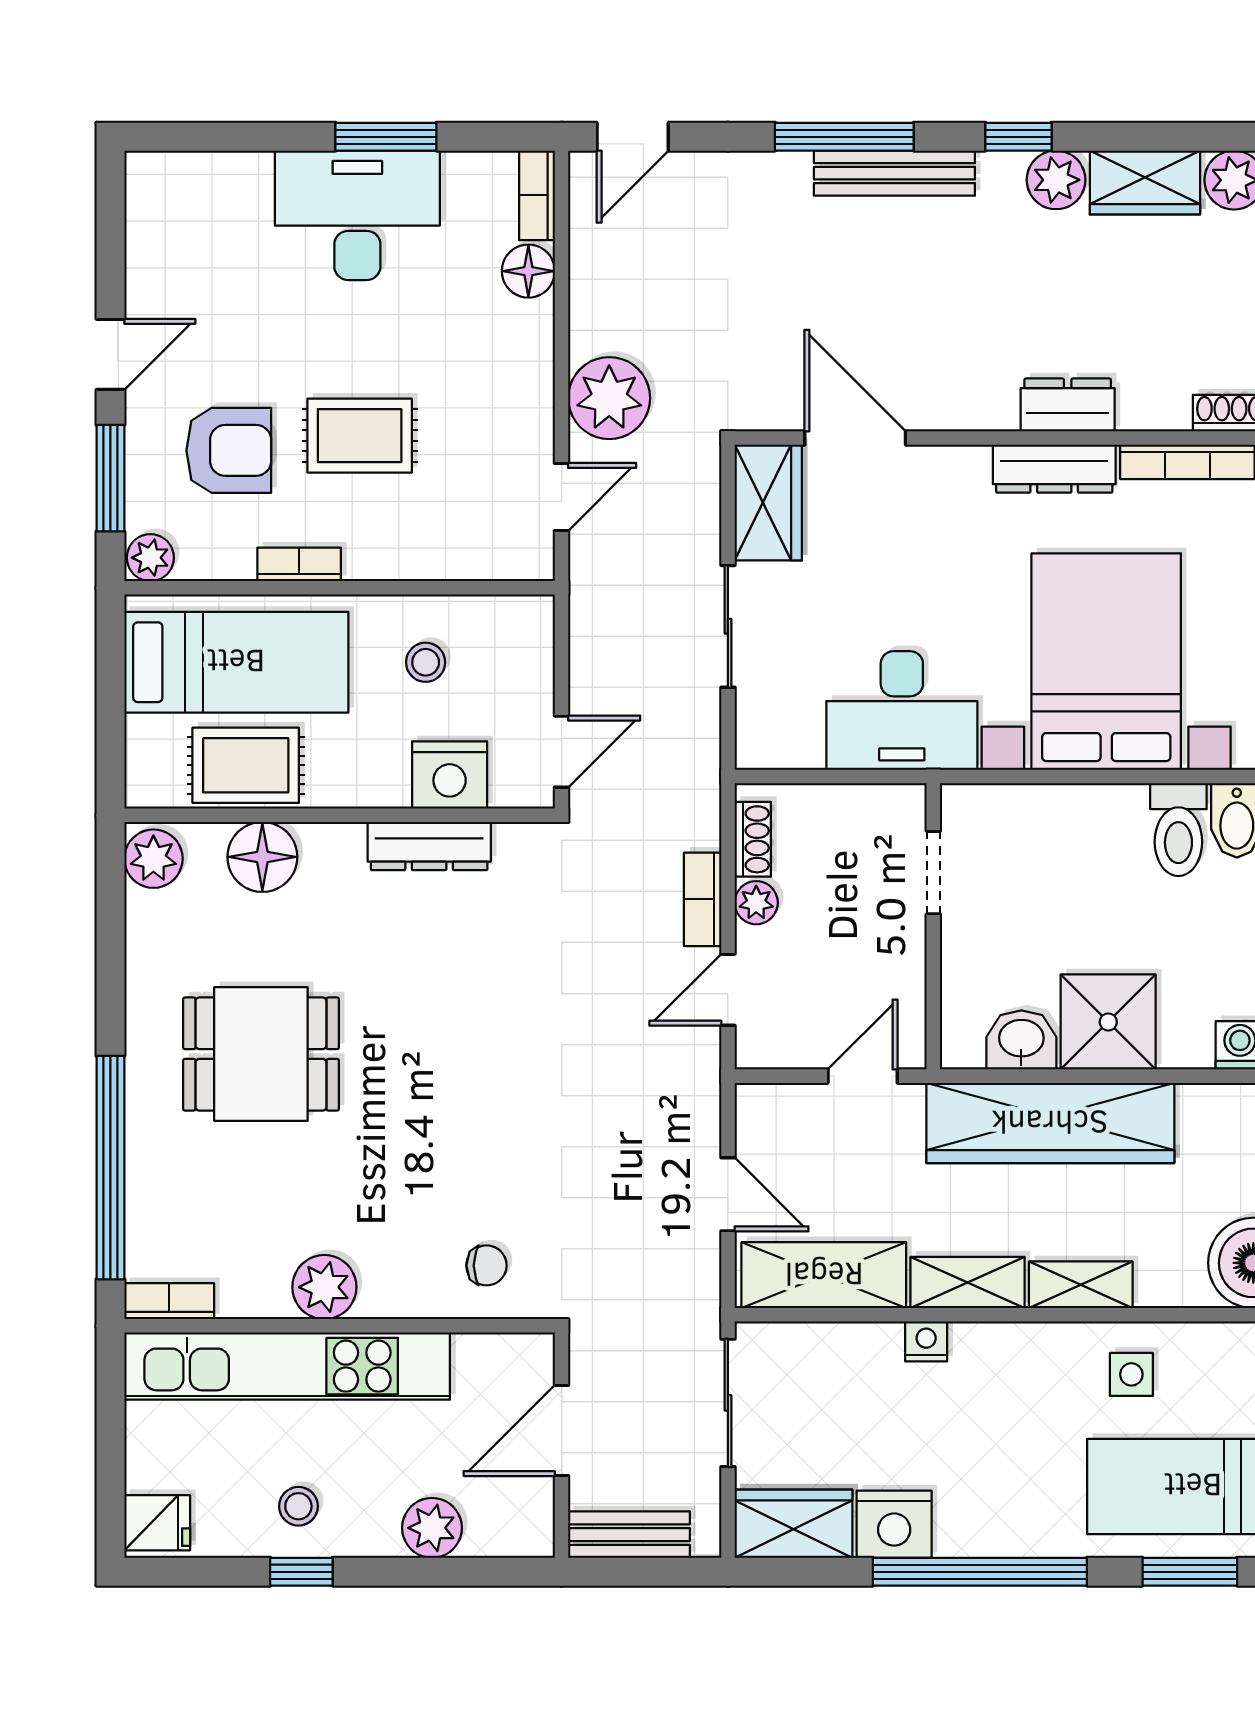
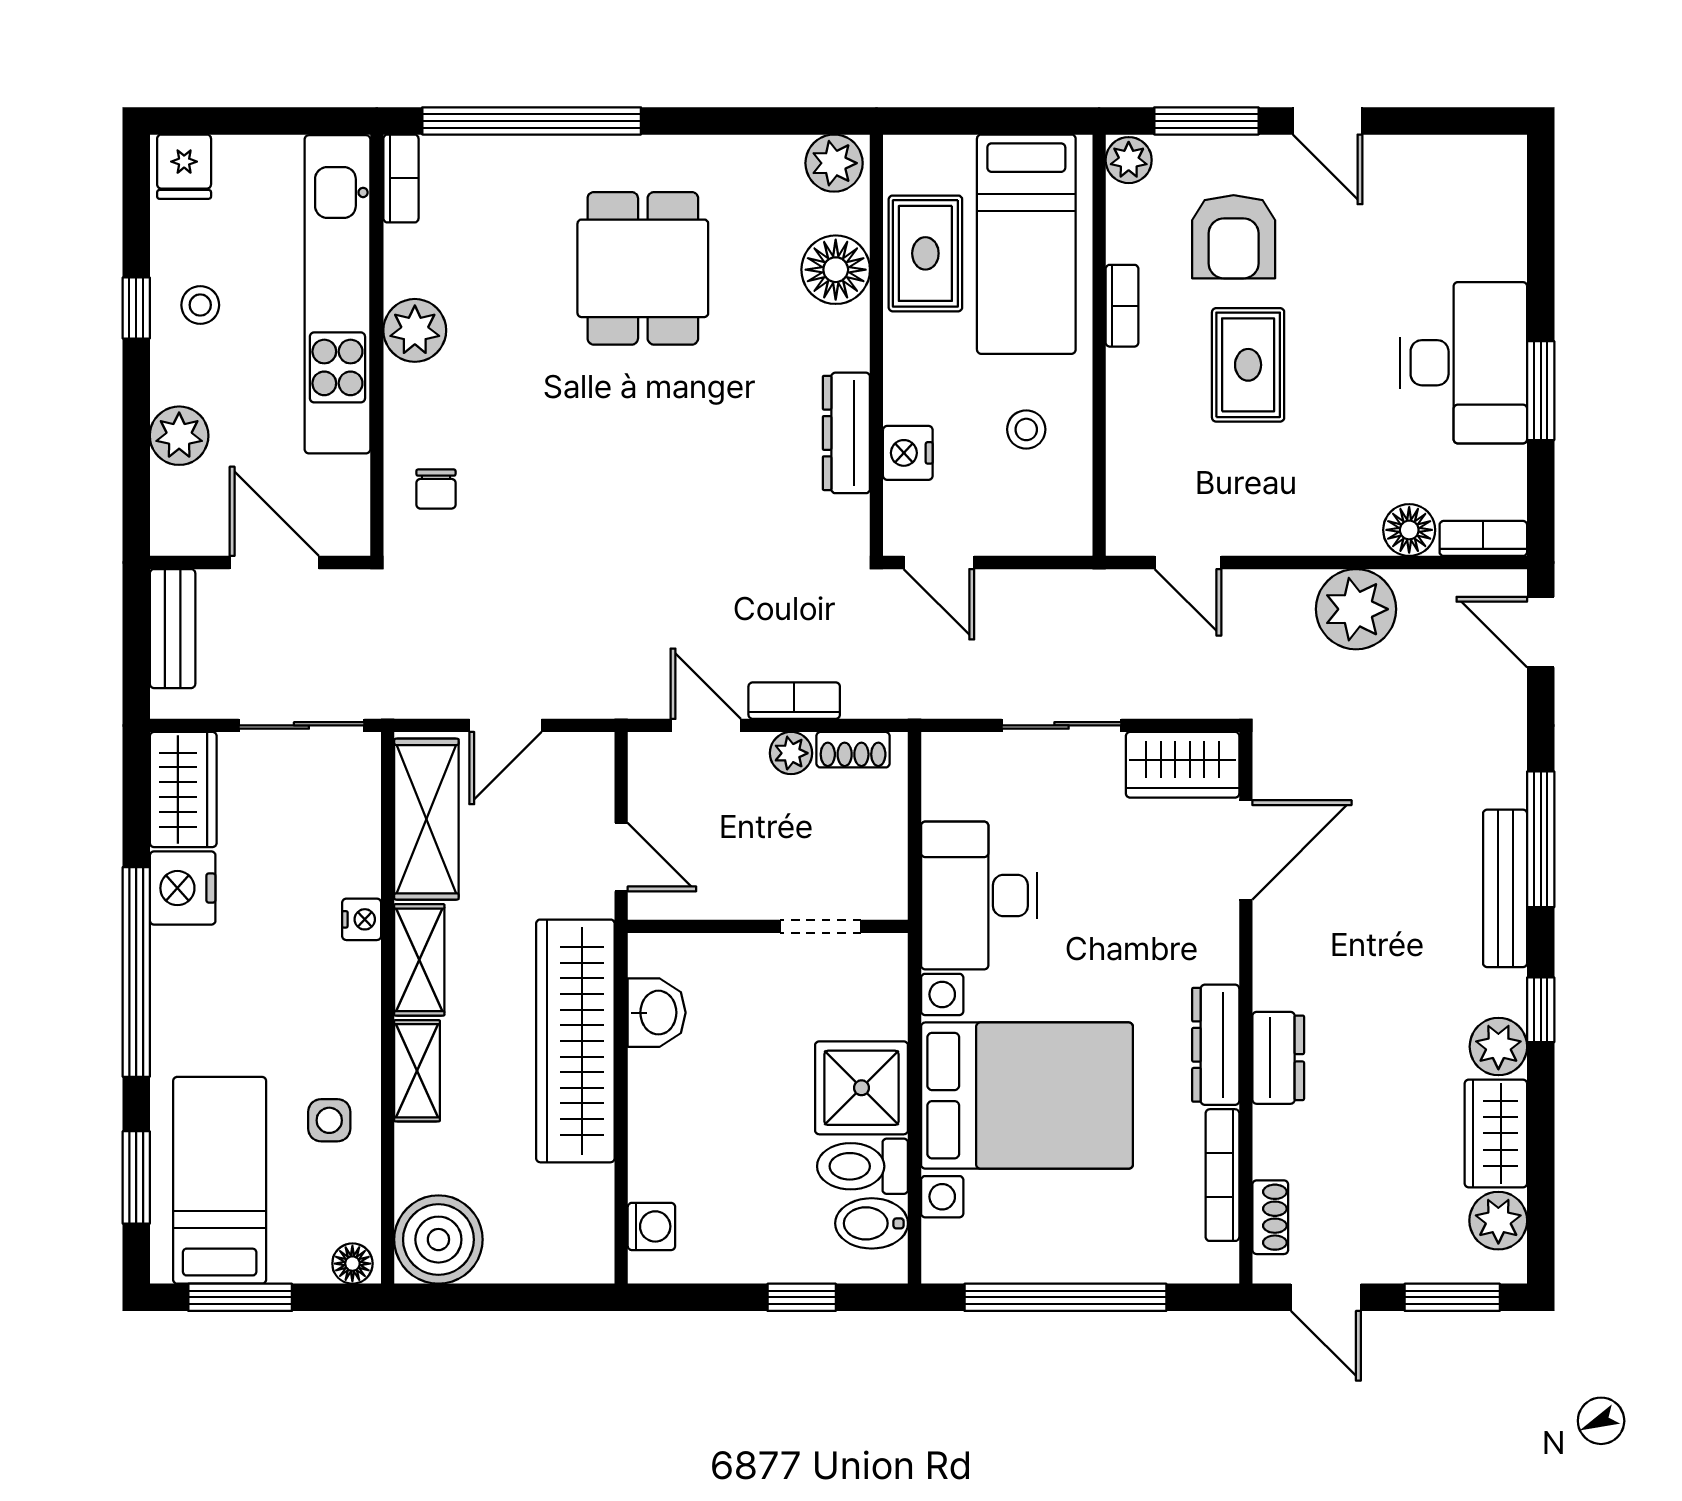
plant: (609, 398) -> (1356, 609), moved
nightstand: (450, 775) -> (908, 453), width x0.74, depth x0.75
shower: (1108, 1022) -> (862, 1088), moved

